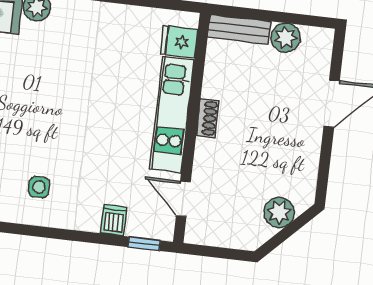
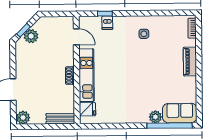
plant: (286, 38) -> (23, 118), moved
window: (294, 227) -> (23, 30), added
window: (144, 244) -> (105, 14), moved

